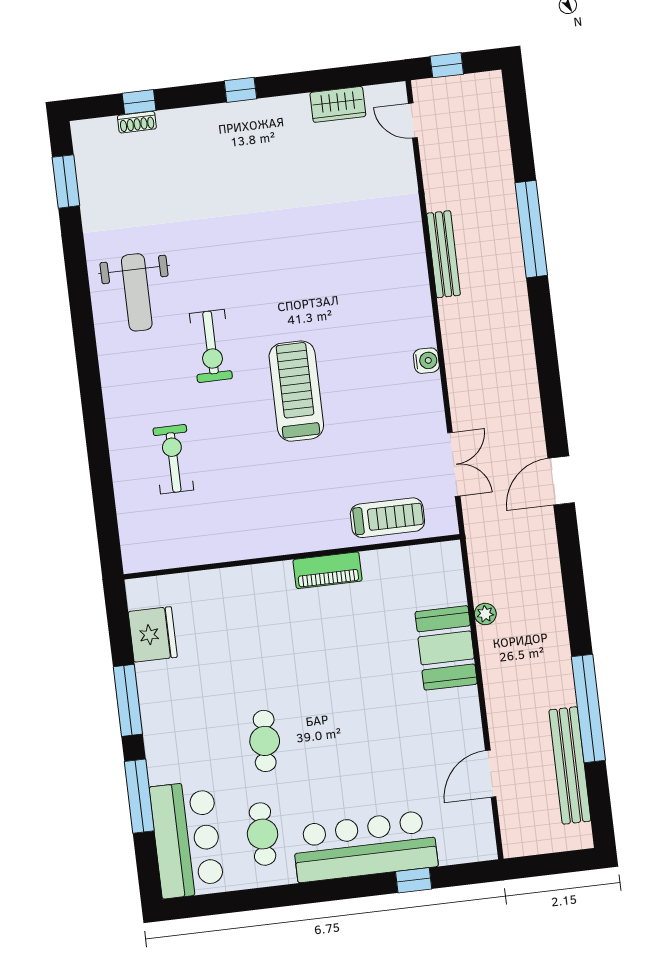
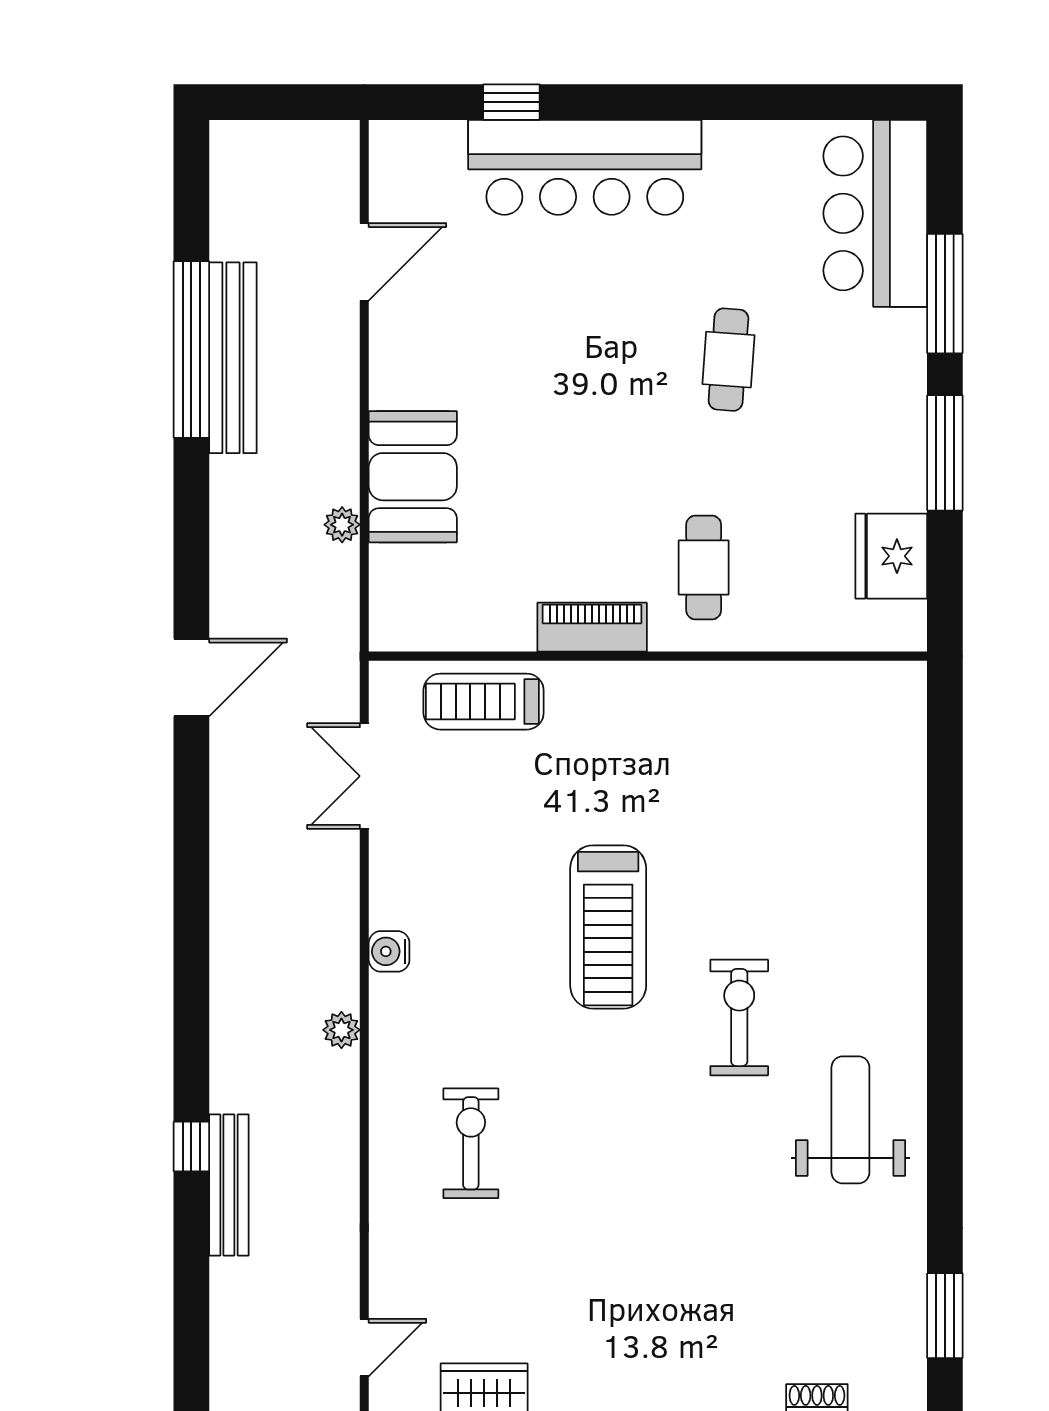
door: (413, 121) -> (364, 1348), hinge flipped
window: (531, 229) -> (191, 1147), width x0.32
bench: (444, 254) -> (229, 1185), moved
plant: (449, 310) -> (341, 1030), added
exercise bike: (173, 459) -> (471, 1143), moved, turned 180
door: (561, 480) -> (191, 677), moved
bench: (570, 765) -> (233, 358), moved
cafe table: (263, 834) -> (704, 567), moved

